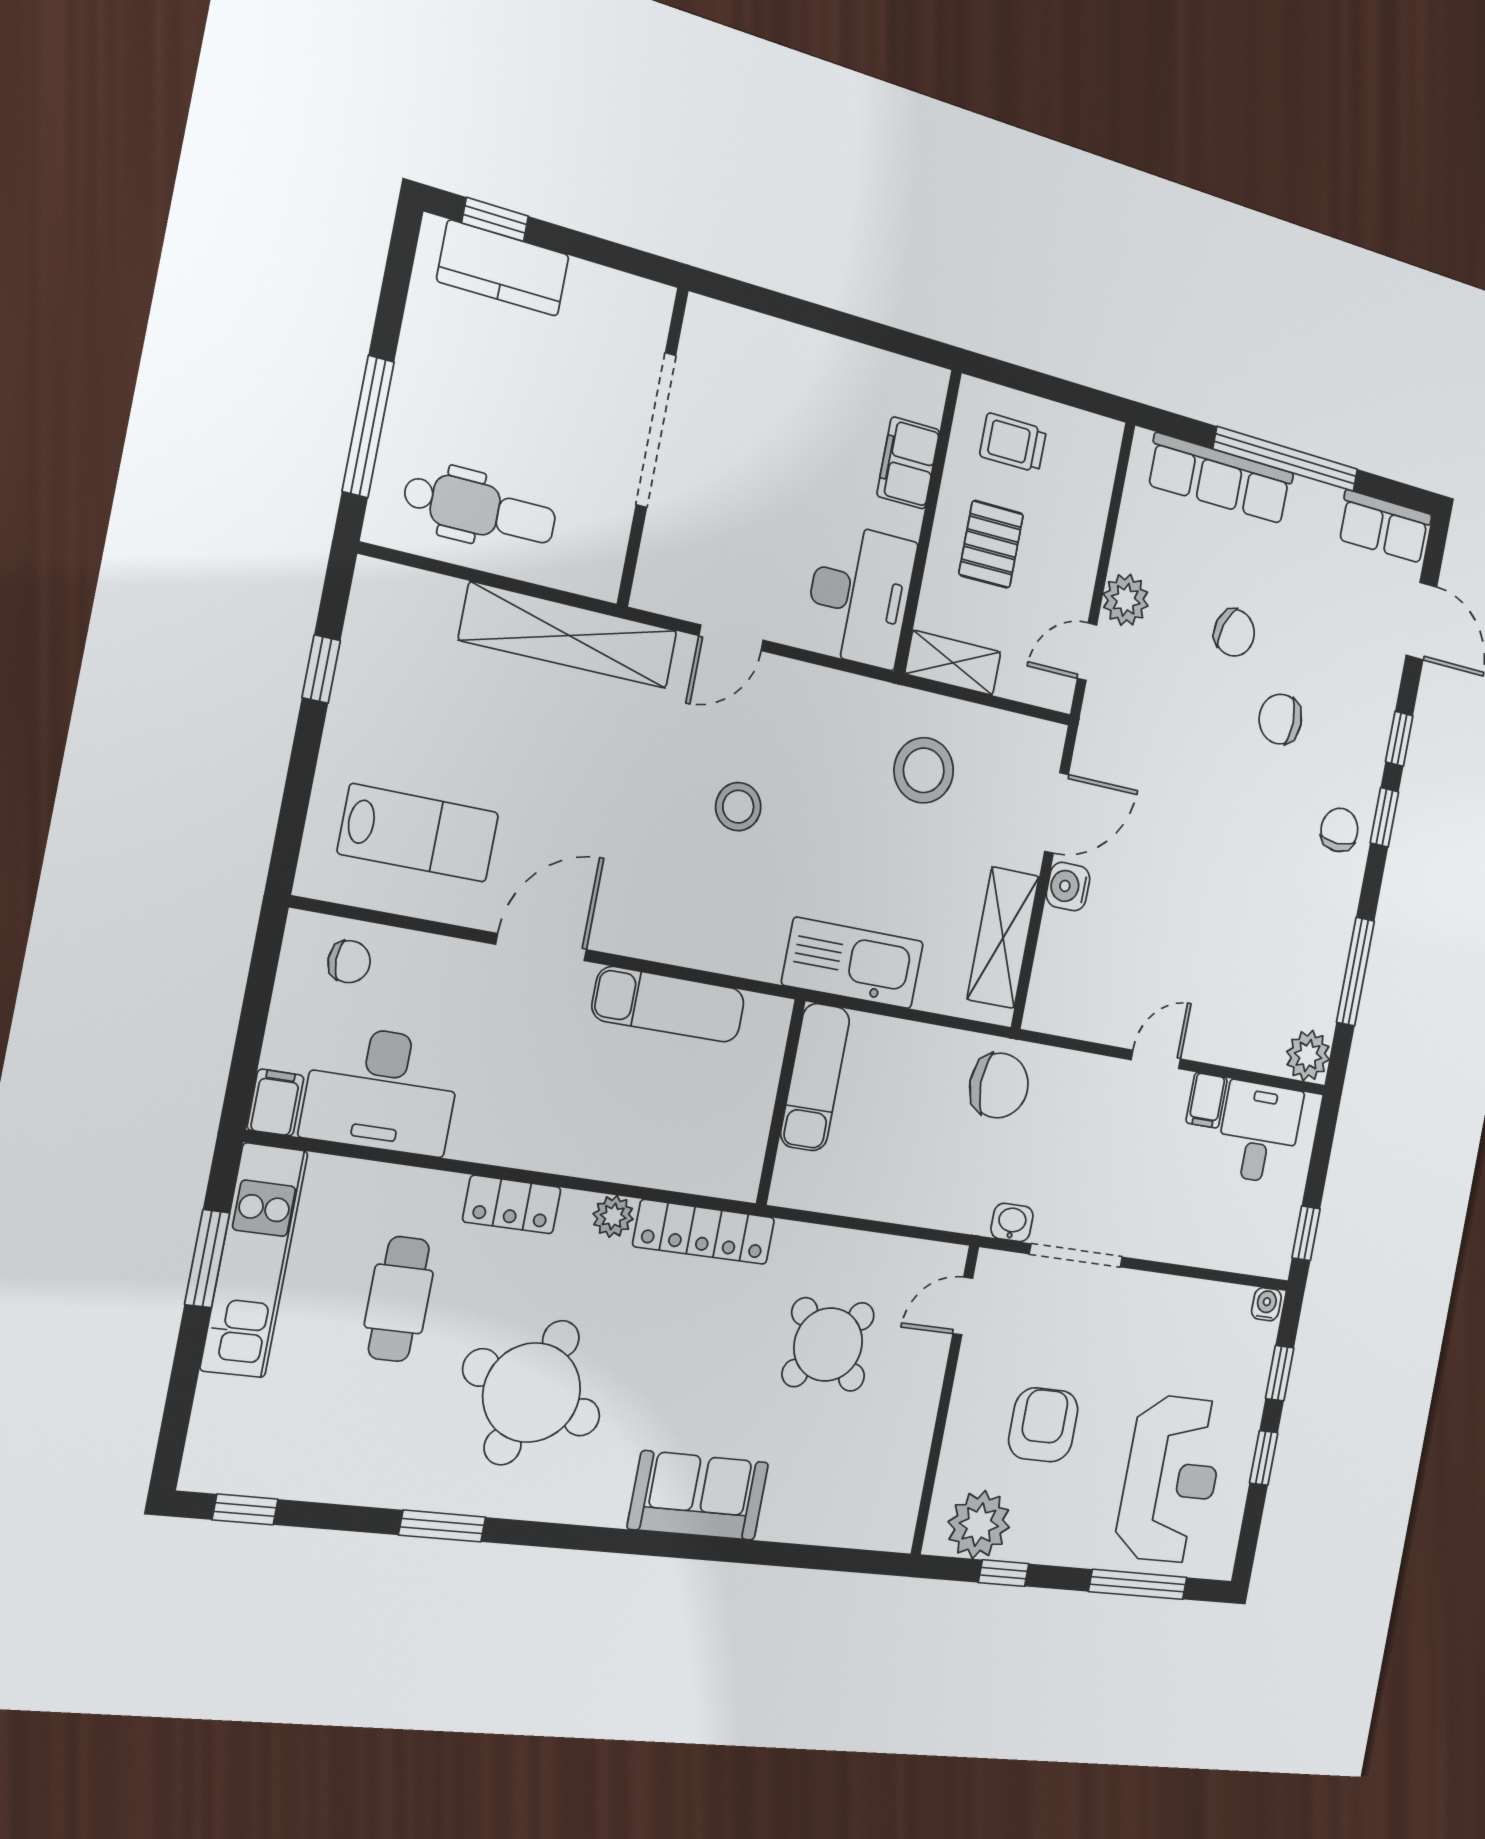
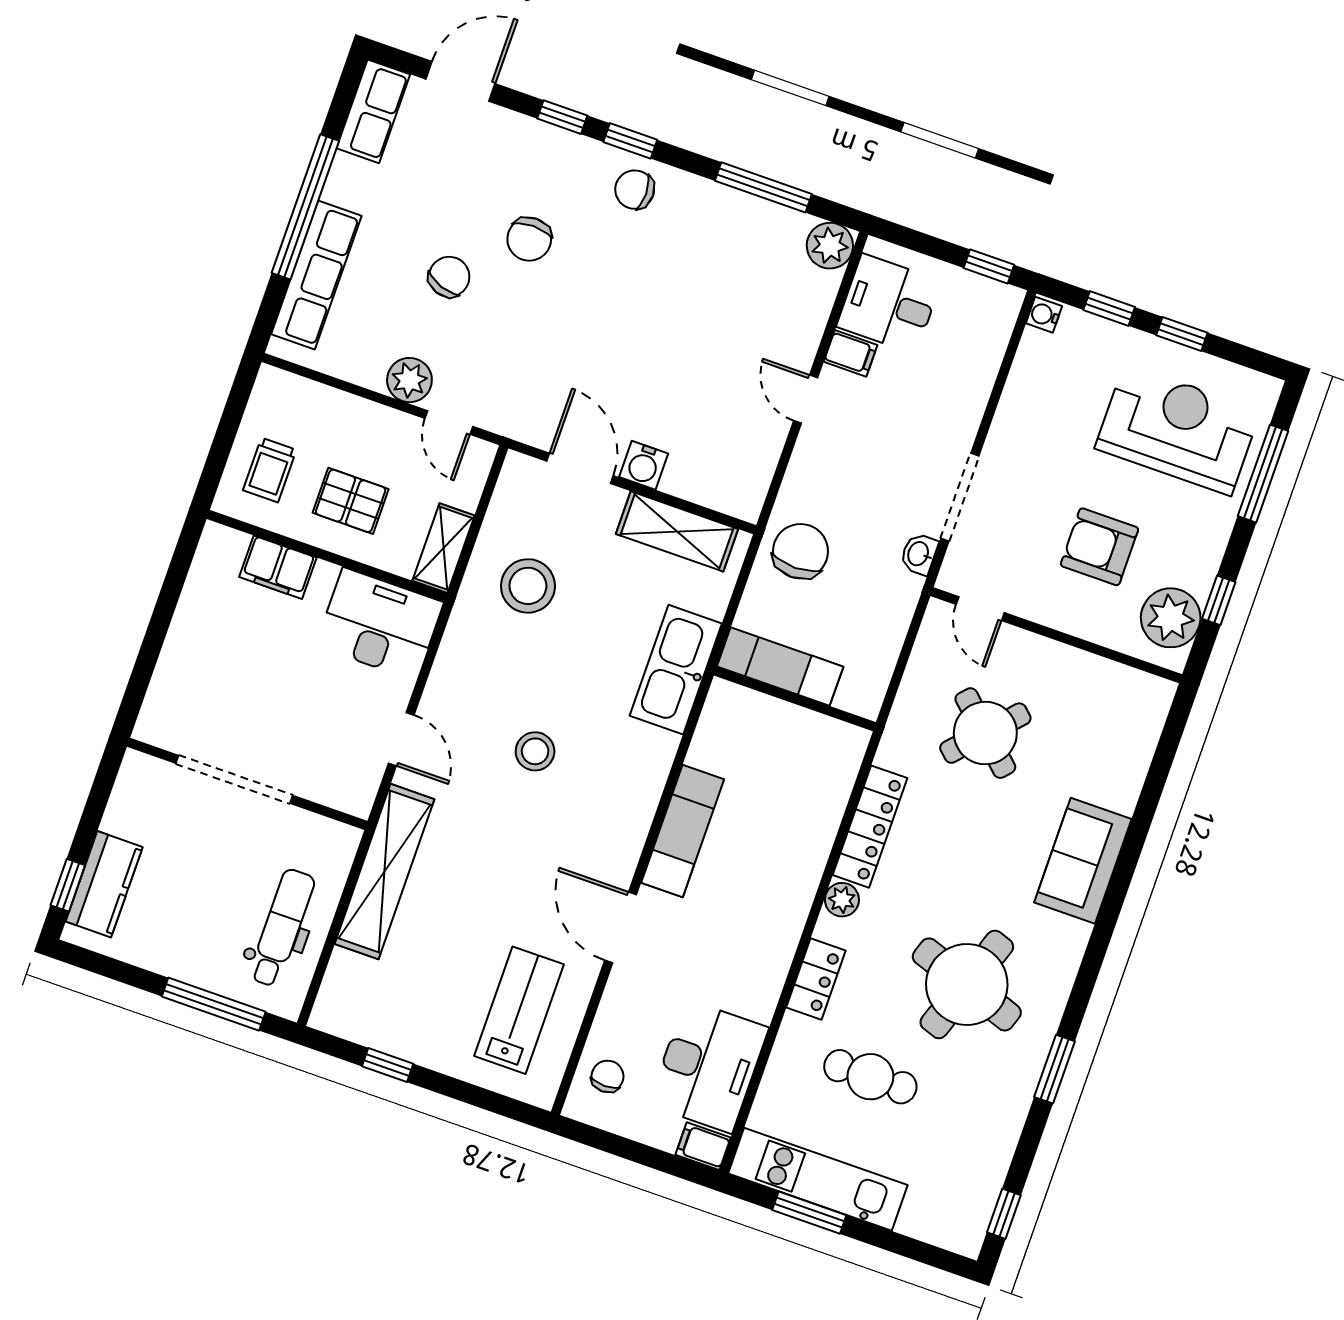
exam couch: (815, 1077) -> (780, 667), moved
wall: (781, 1102) -> (795, 699), moved

